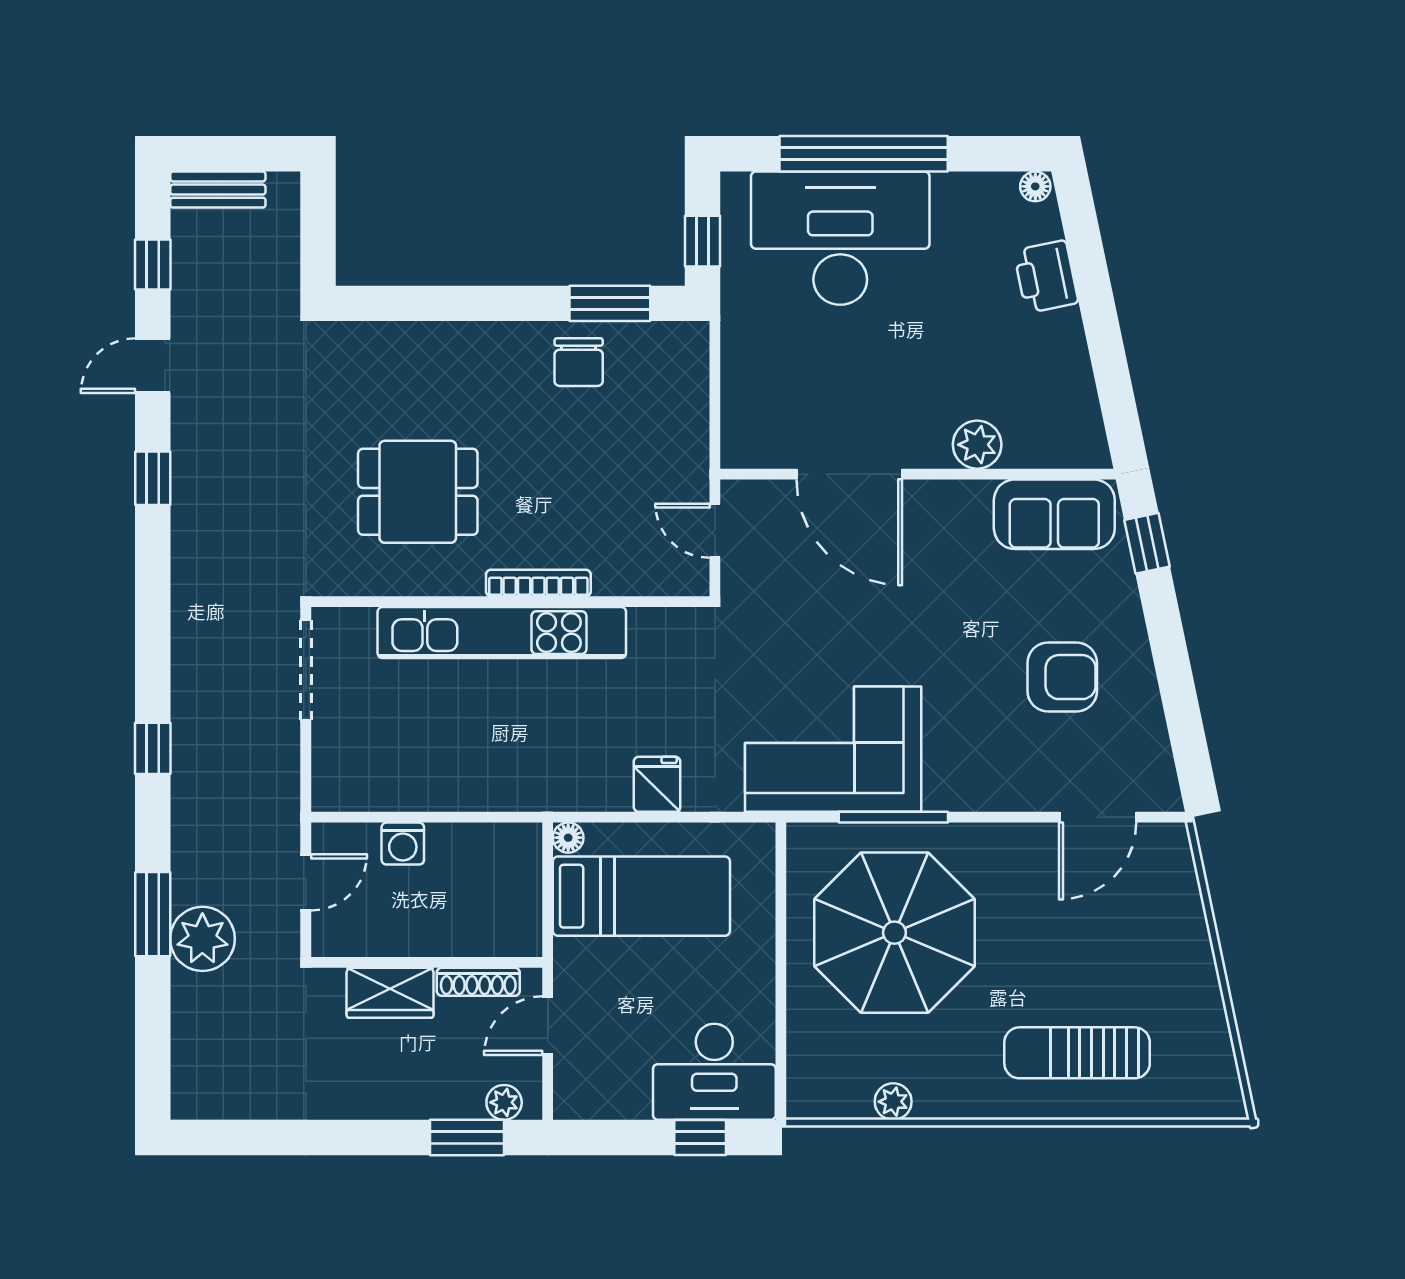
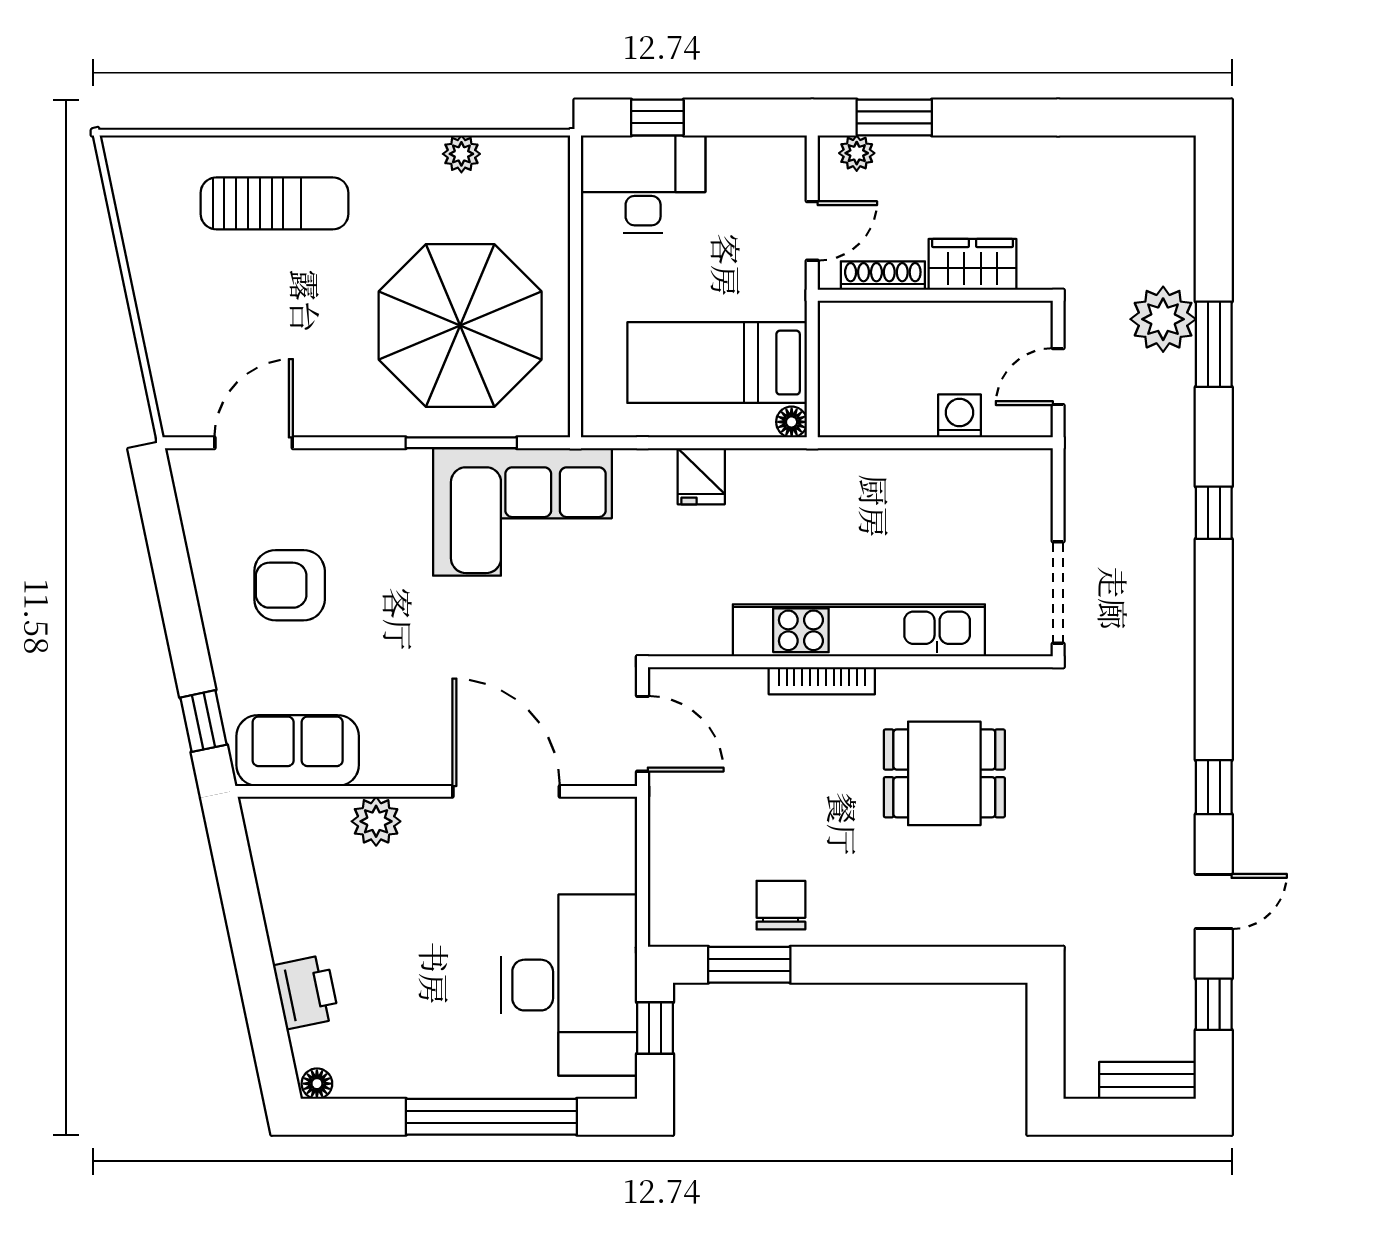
desk: (840, 238) -> (569, 985), moved, turned -90
door: (715, 531) -> (642, 734), width x1.38

